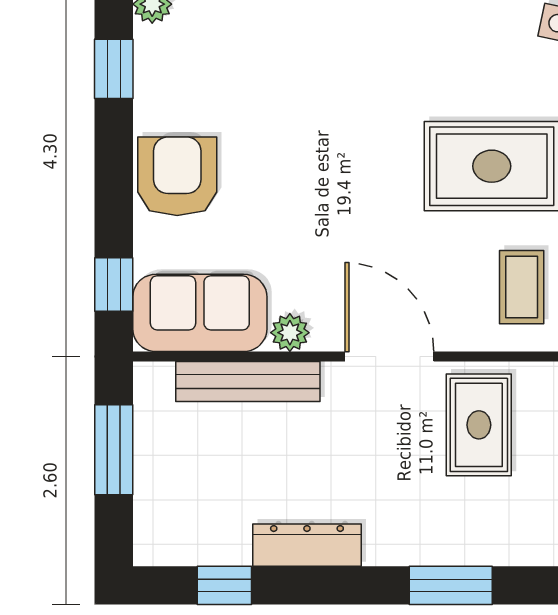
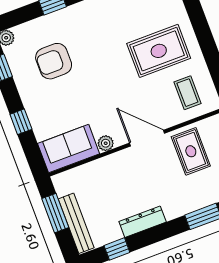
armchair: (177, 176) -> (54, 61), moved, turned -90
window: (114, 284) -> (21, 122), moved
bench: (248, 381) -> (76, 223), moved, turned 90

